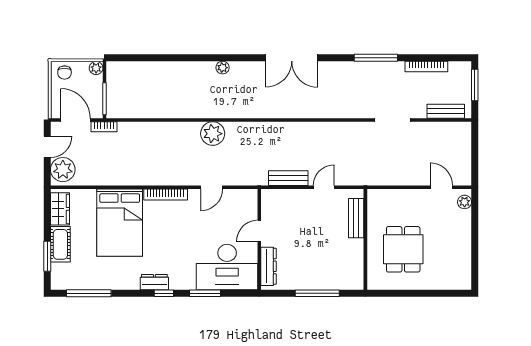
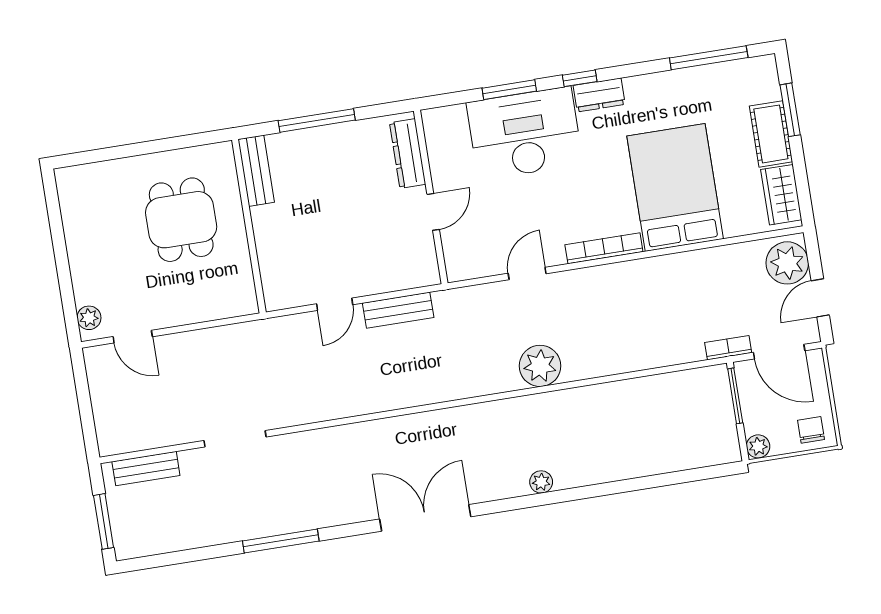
bookcase: (426, 67) -> (192, 540), removed
bench: (356, 218) -> (256, 171), moved
desk: (227, 267) -> (525, 133), moved

